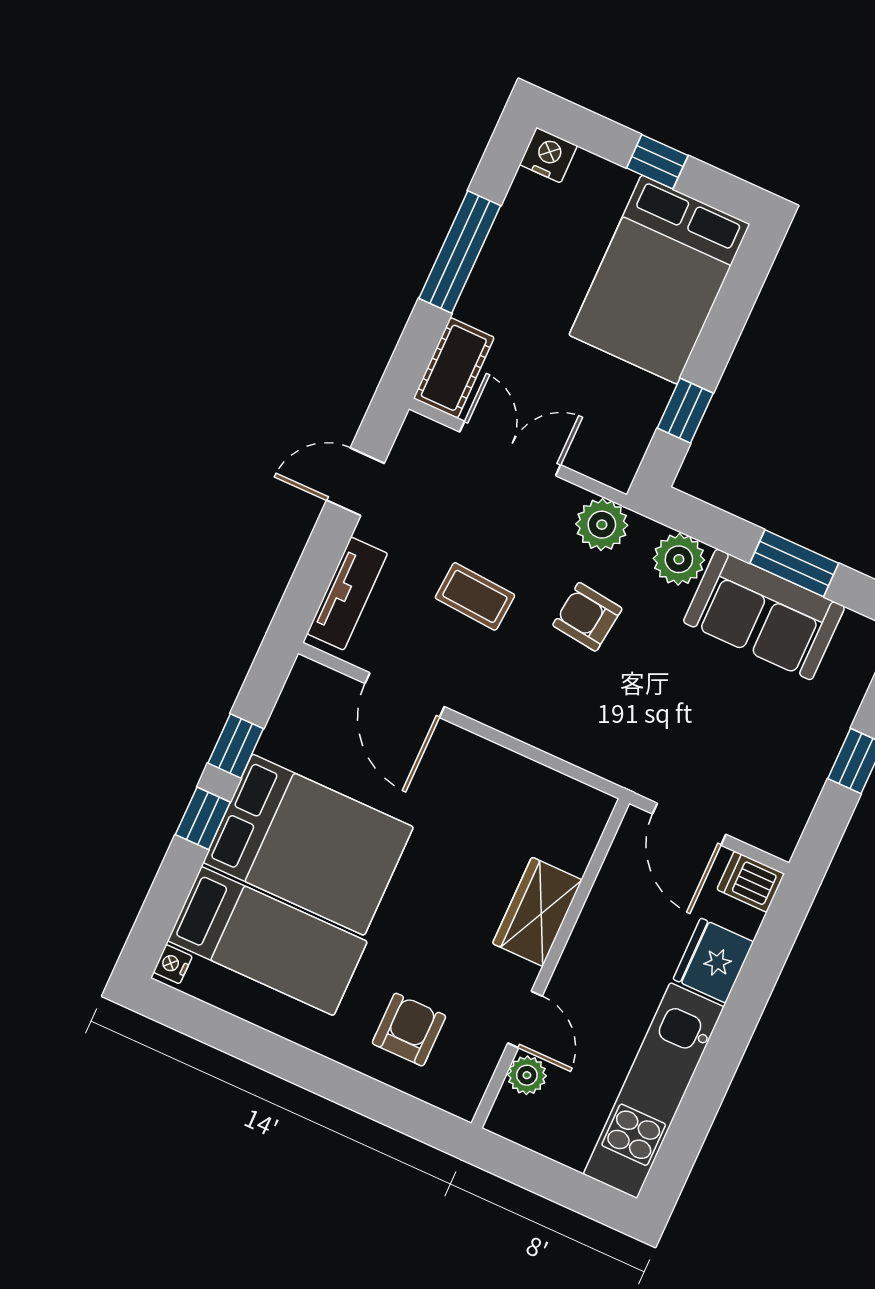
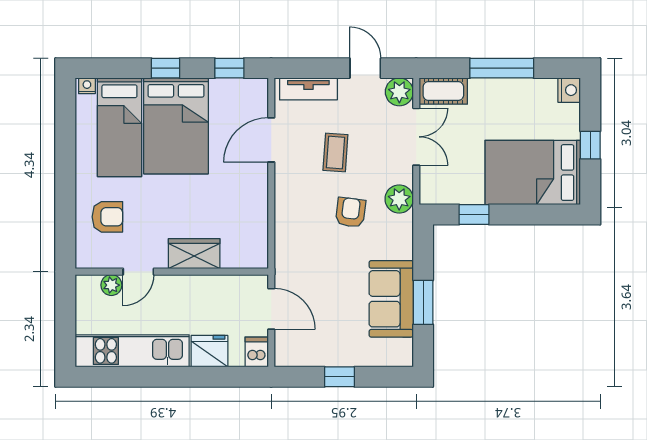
plant: (679, 559) -> (399, 92), moved
window: (236, 746) -> (229, 68), moved
door: (689, 824) -> (271, 309), swing flipped

